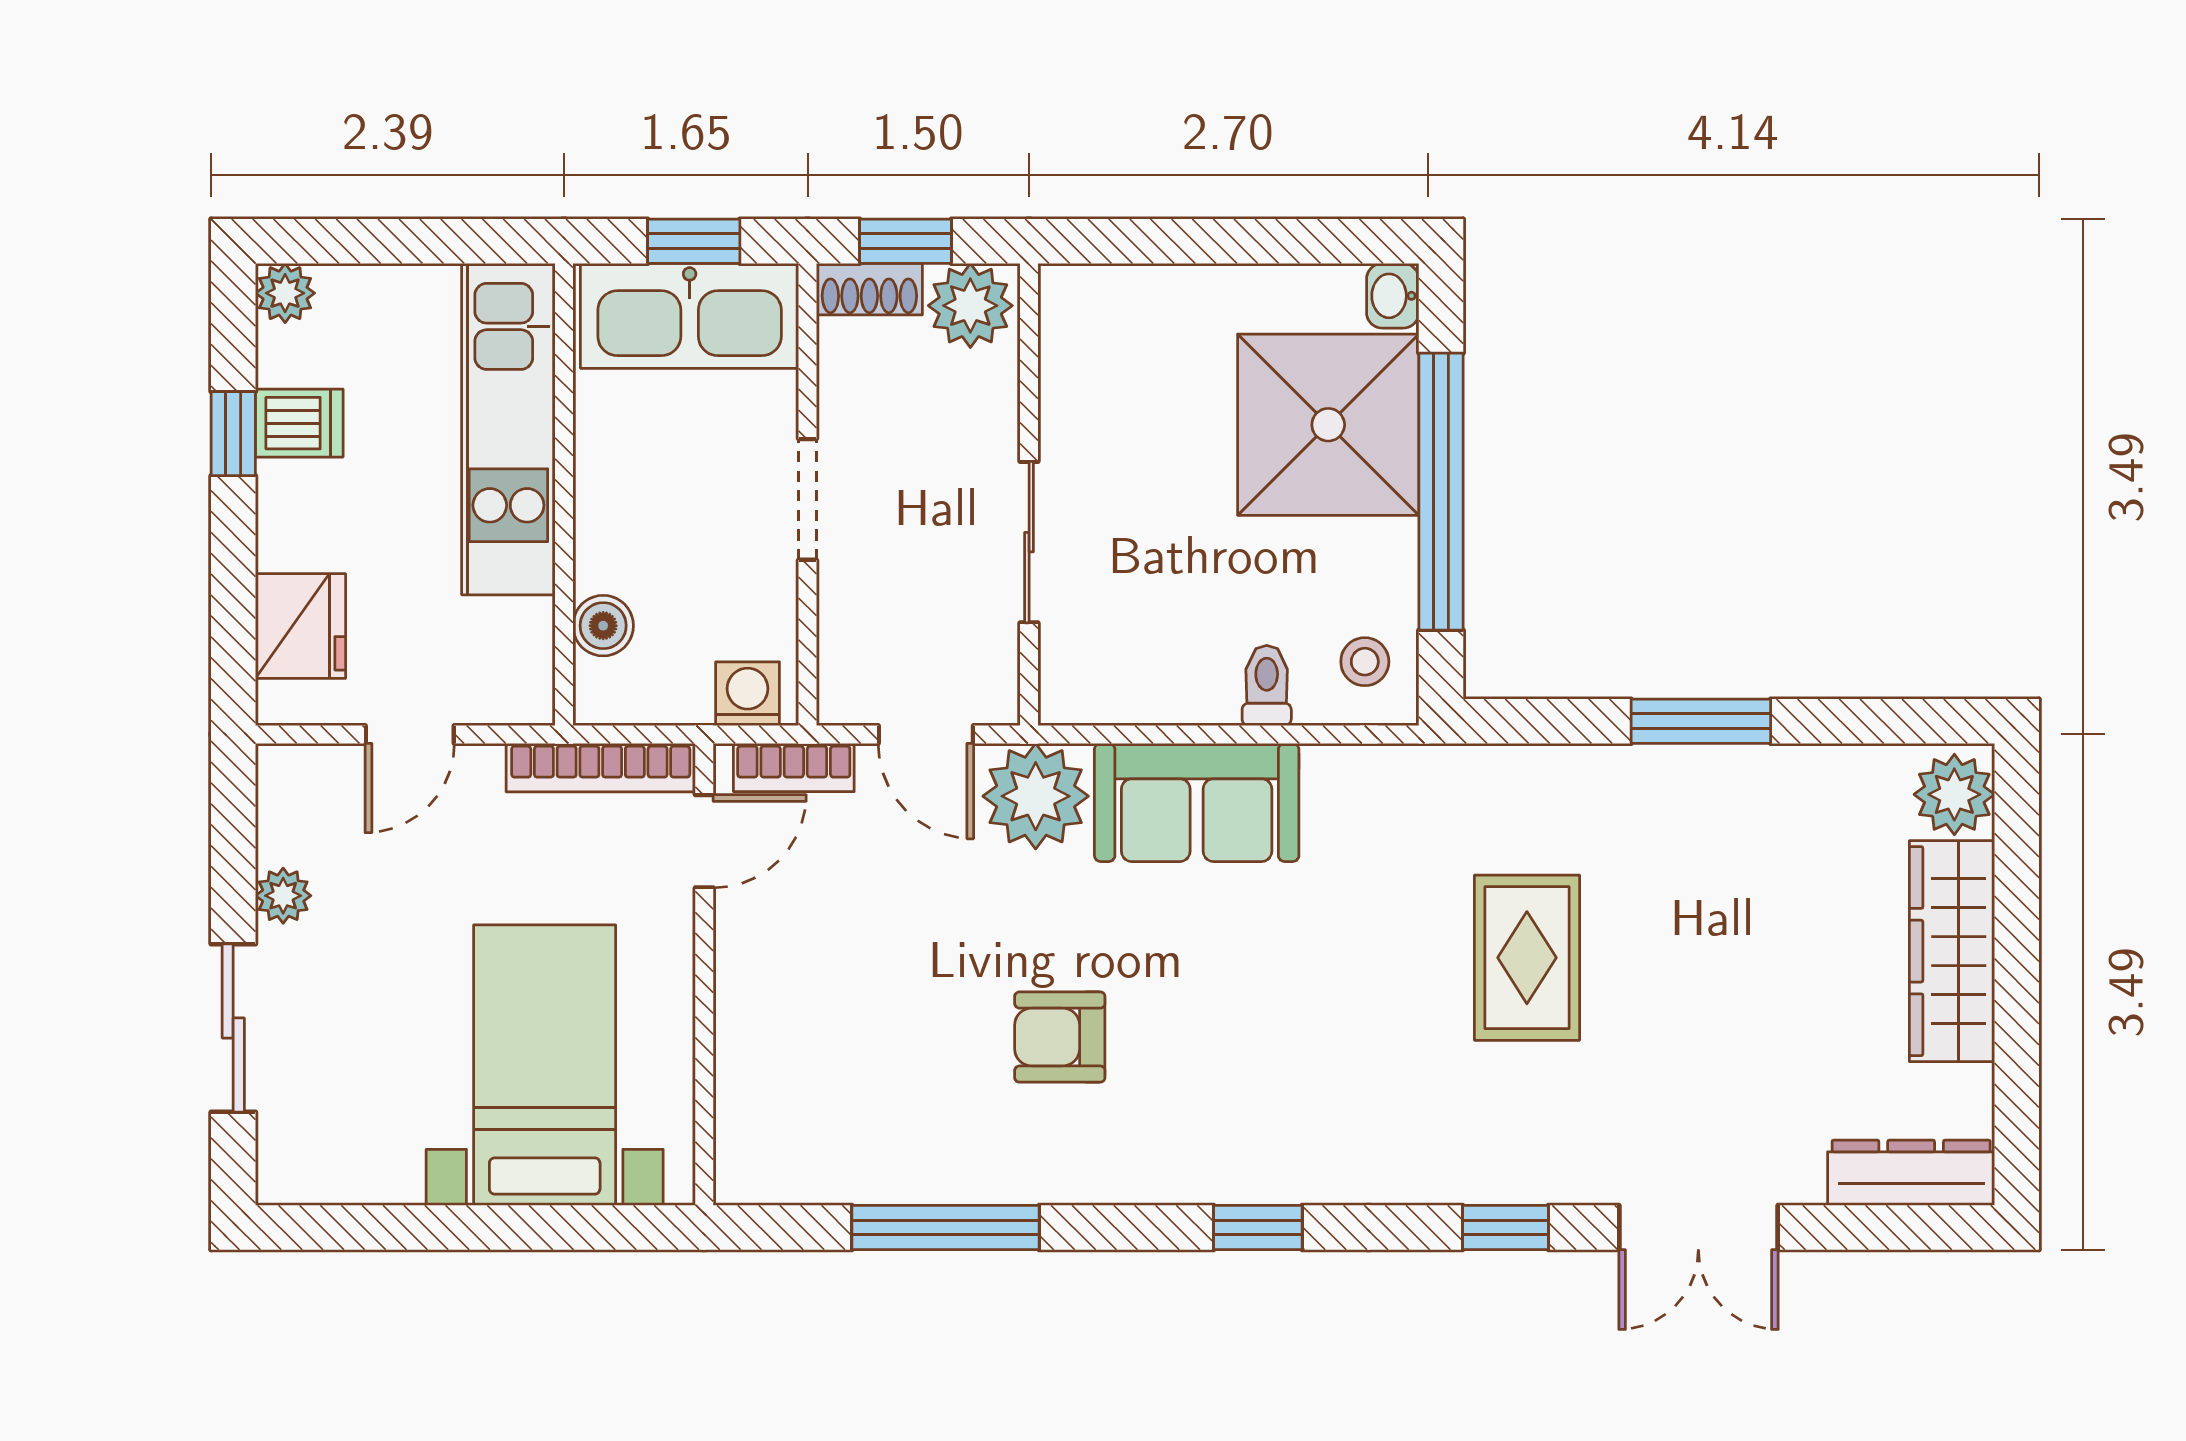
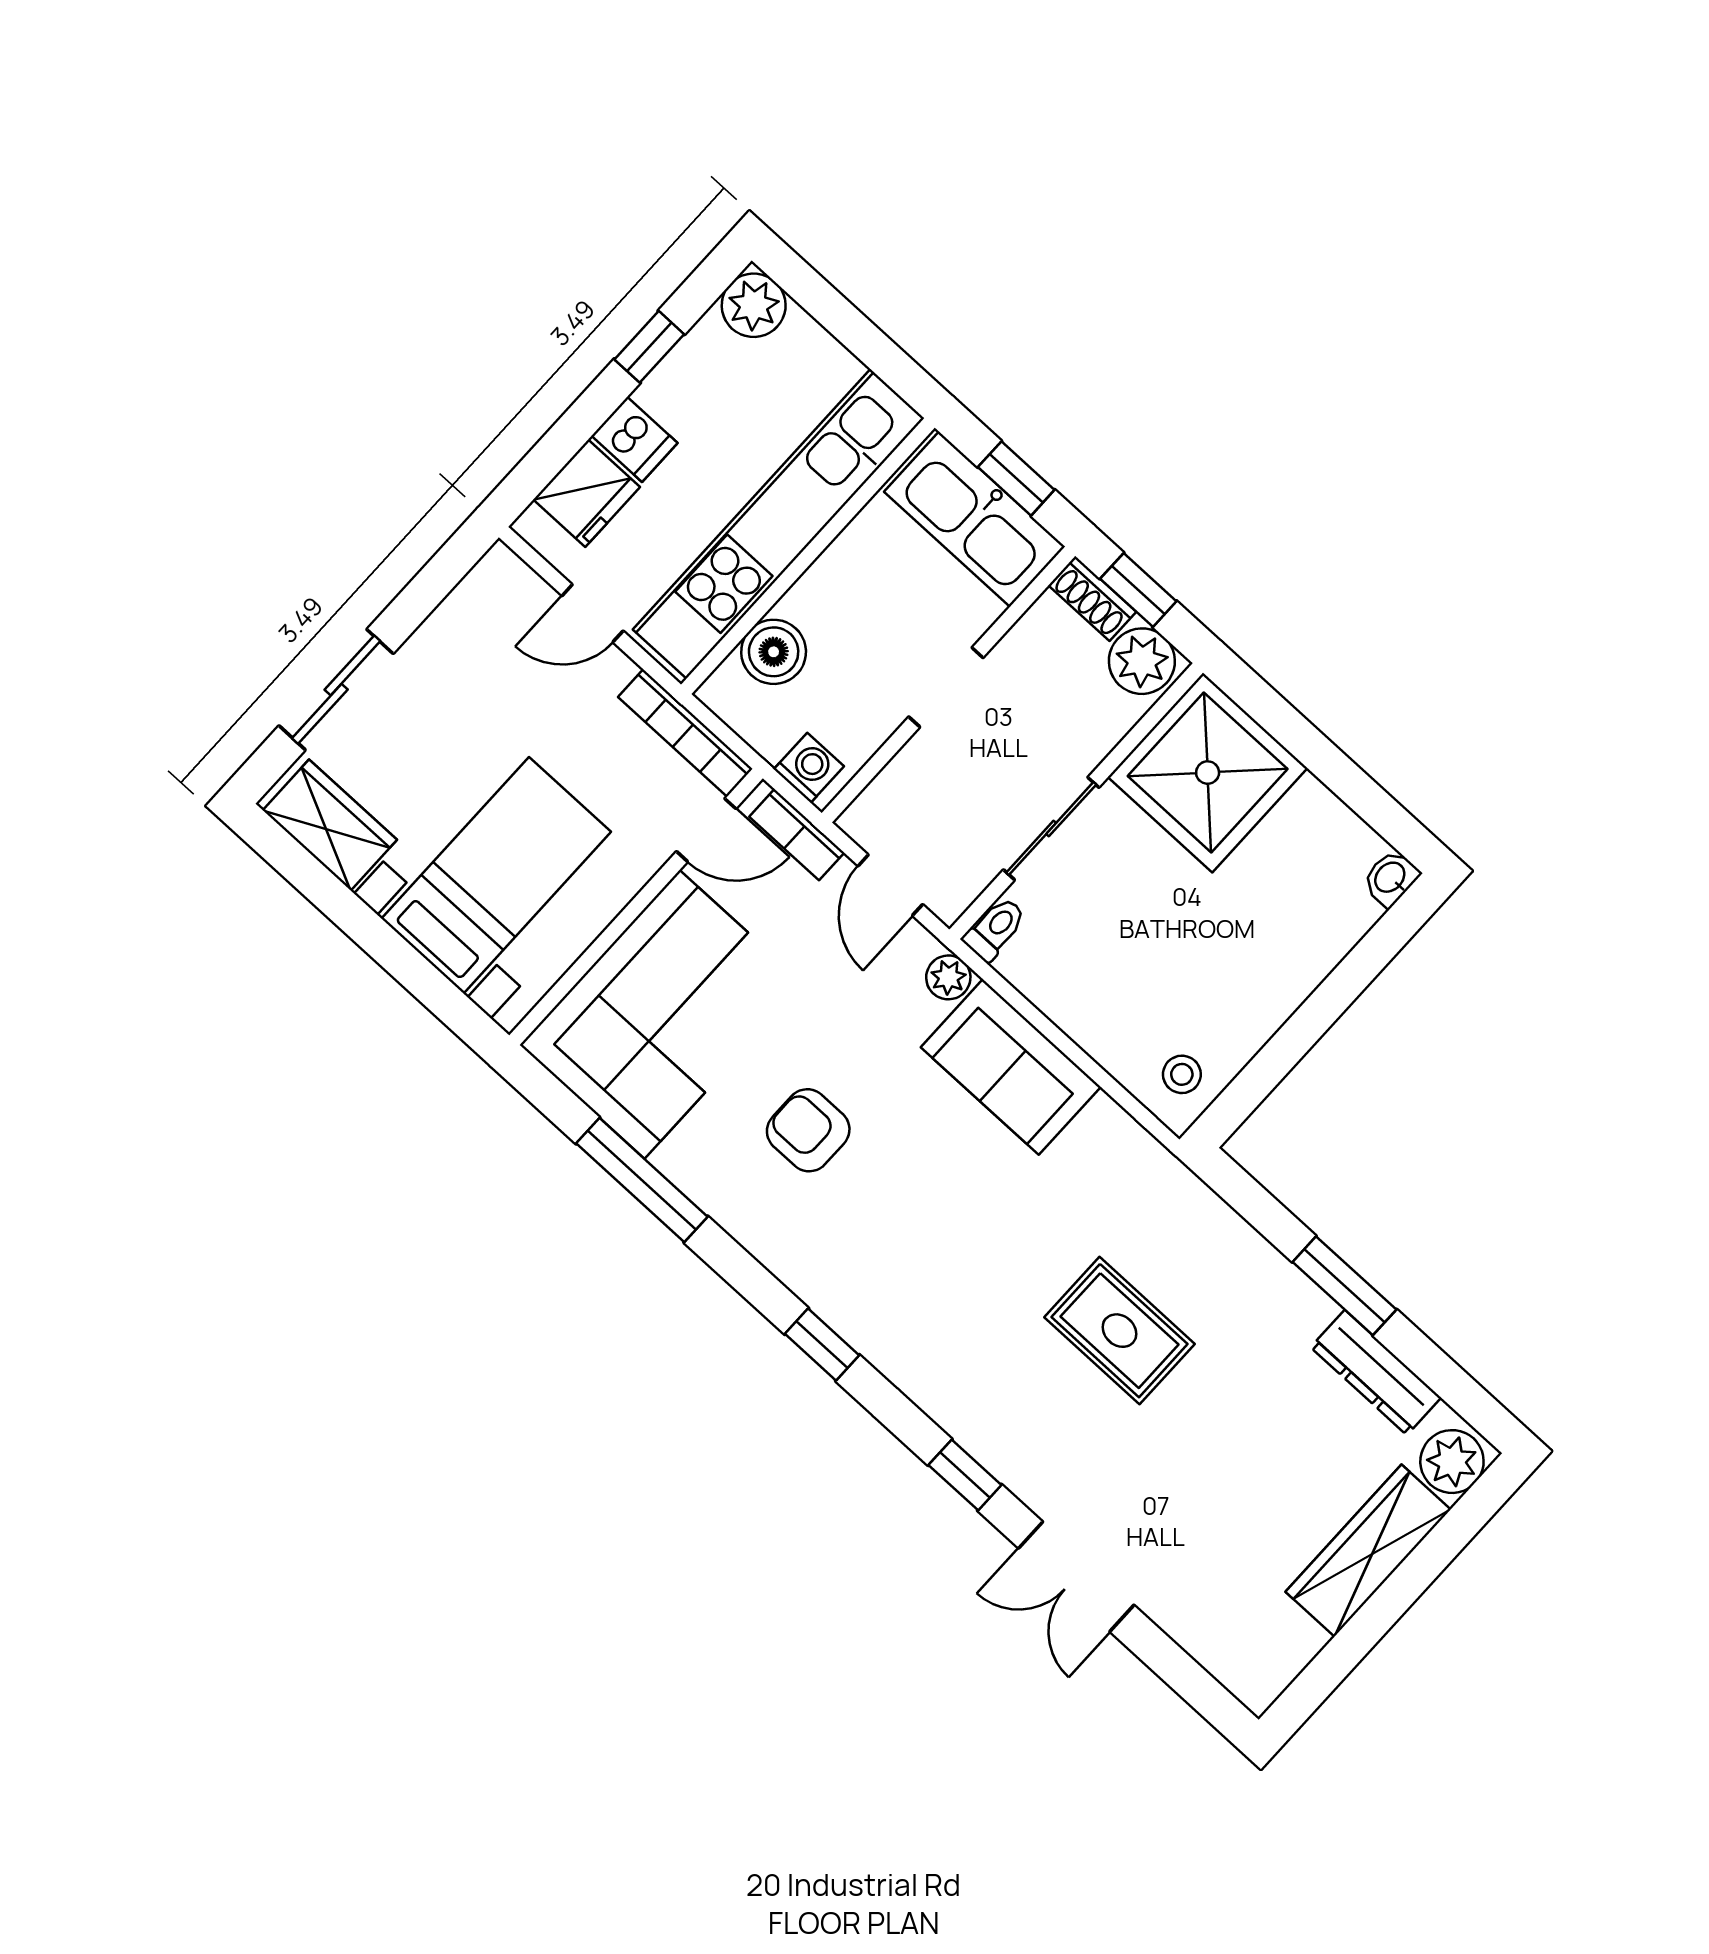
plant: (285, 293) -> (754, 305), width x1.38, depth x1.38
dishwasher: (299, 423) -> (634, 439), moved
shower: (1328, 425) -> (1208, 773), moved
kitchen unit: (508, 429) -> (779, 524), width x1.36
window: (1441, 492) -> (1315, 1016), removed
boiler: (603, 626) -> (774, 652), width x1.36, depth x1.36
toilet: (1267, 685) -> (995, 929), moved
plant: (1036, 796) -> (948, 977), width x0.53, depth x0.53
plant: (283, 896) -> (435, 640), removed
rug: (1527, 958) -> (1119, 1331), turned 90
corner sofa: (821, 1054) -> (662, 1014), added
wardrobe: (344, 1161) -> (330, 825), added
dresser: (1911, 1173) -> (1376, 1372), moved, turned 180

